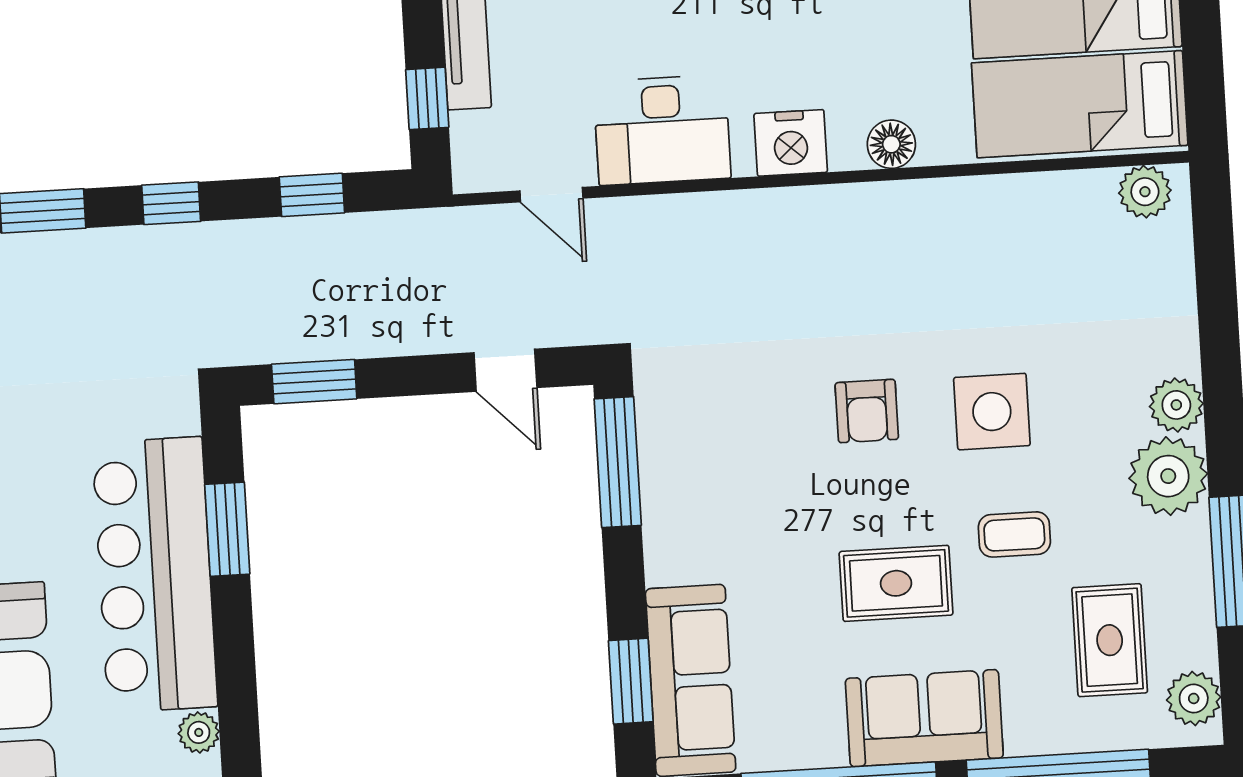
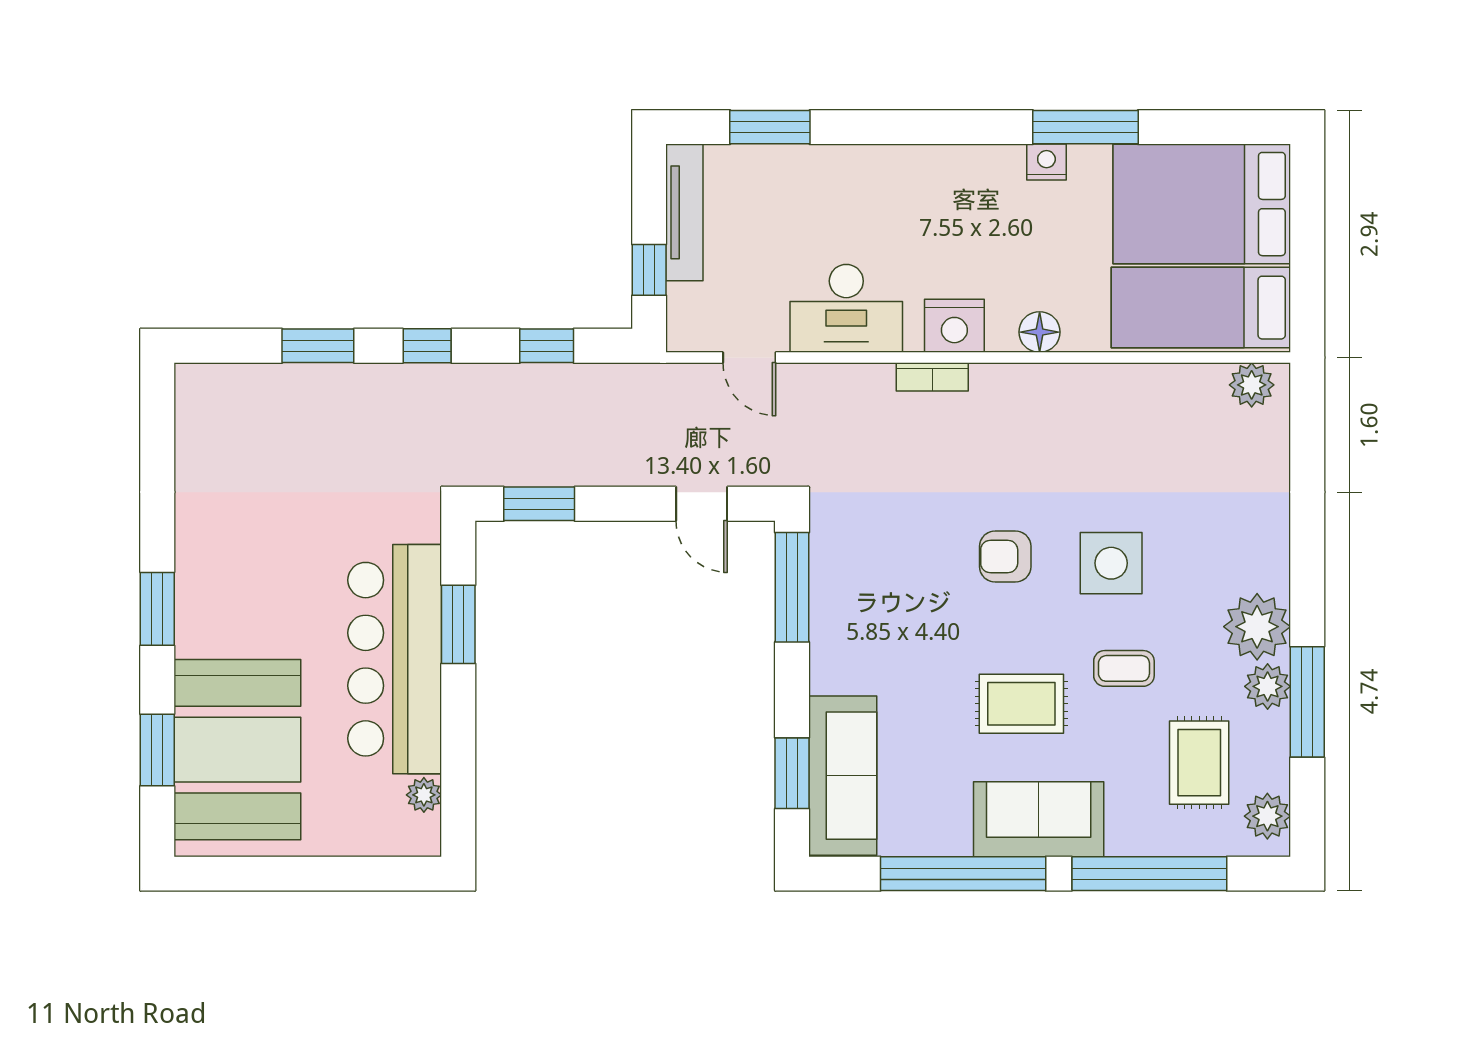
bookcase: (768, 205) -> (932, 377), added
plant: (1176, 405) -> (1268, 686), moved
armchair: (867, 411) -> (1005, 556), turned 90

